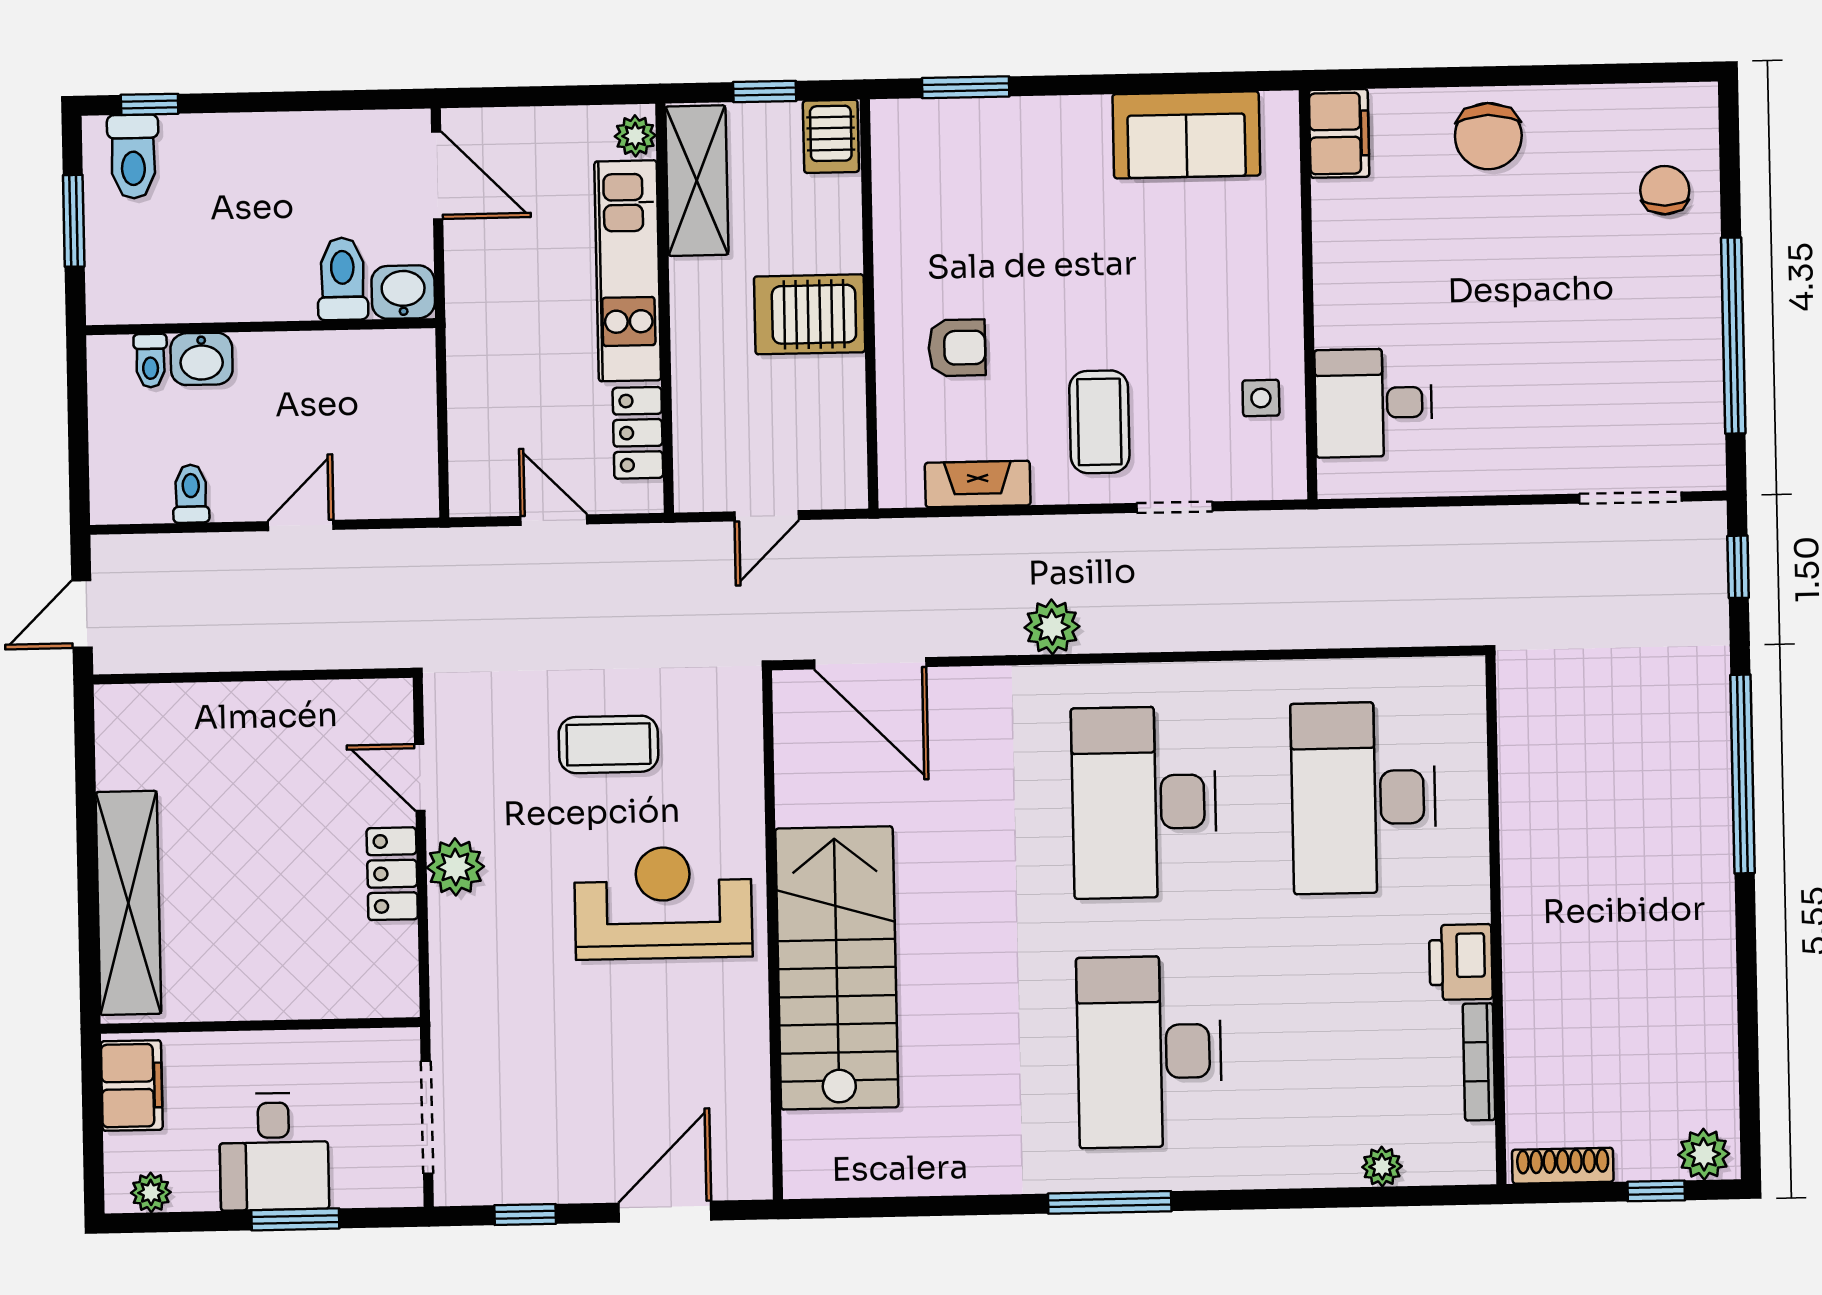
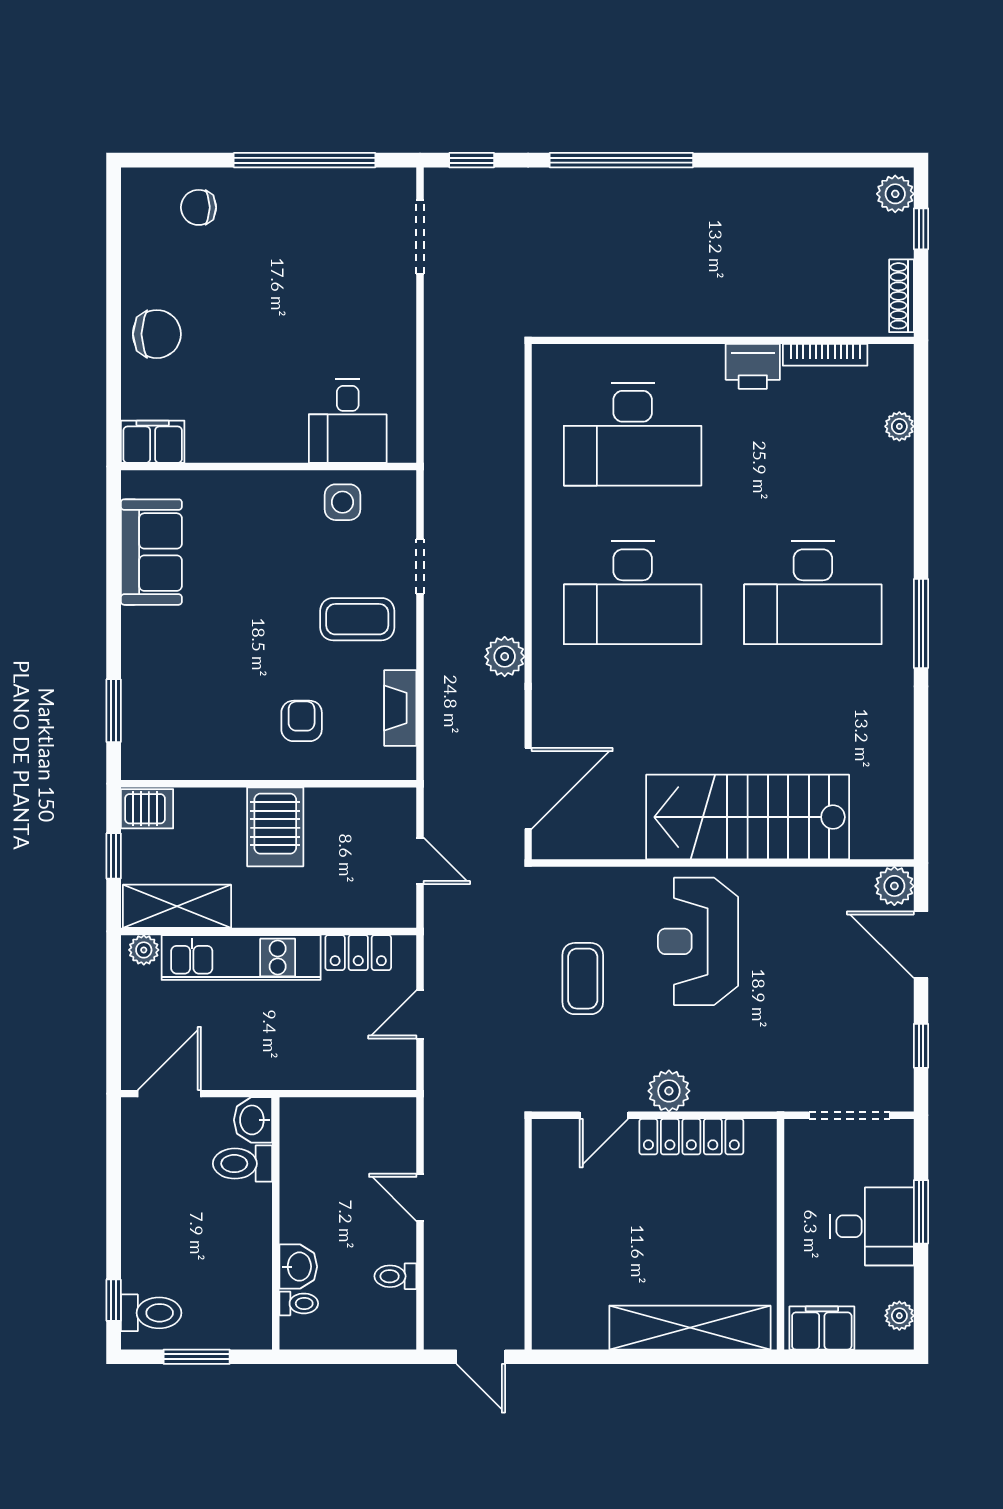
side table: (1261, 398) -> (343, 502), width x1.37, depth x1.37
locker: (392, 874) -> (691, 1137), width x1.53
plant: (746, 1173) -> (894, 886), added

